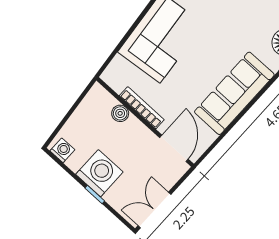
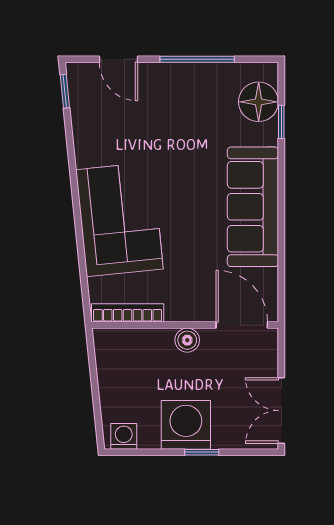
bookcase: (142, 108) -> (128, 313), moved
boiler: (120, 113) -> (187, 340), moved

